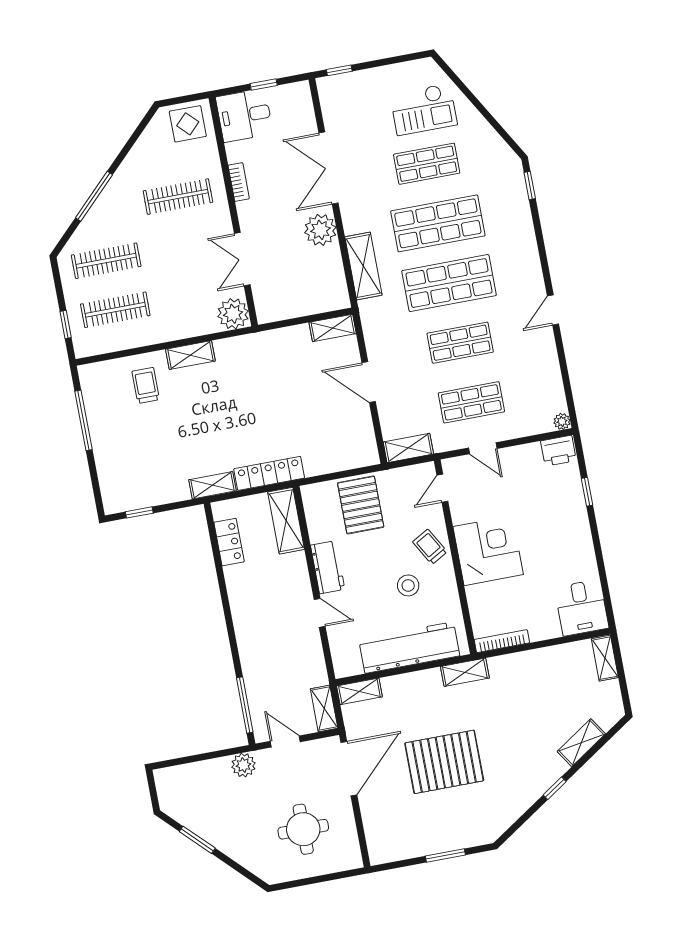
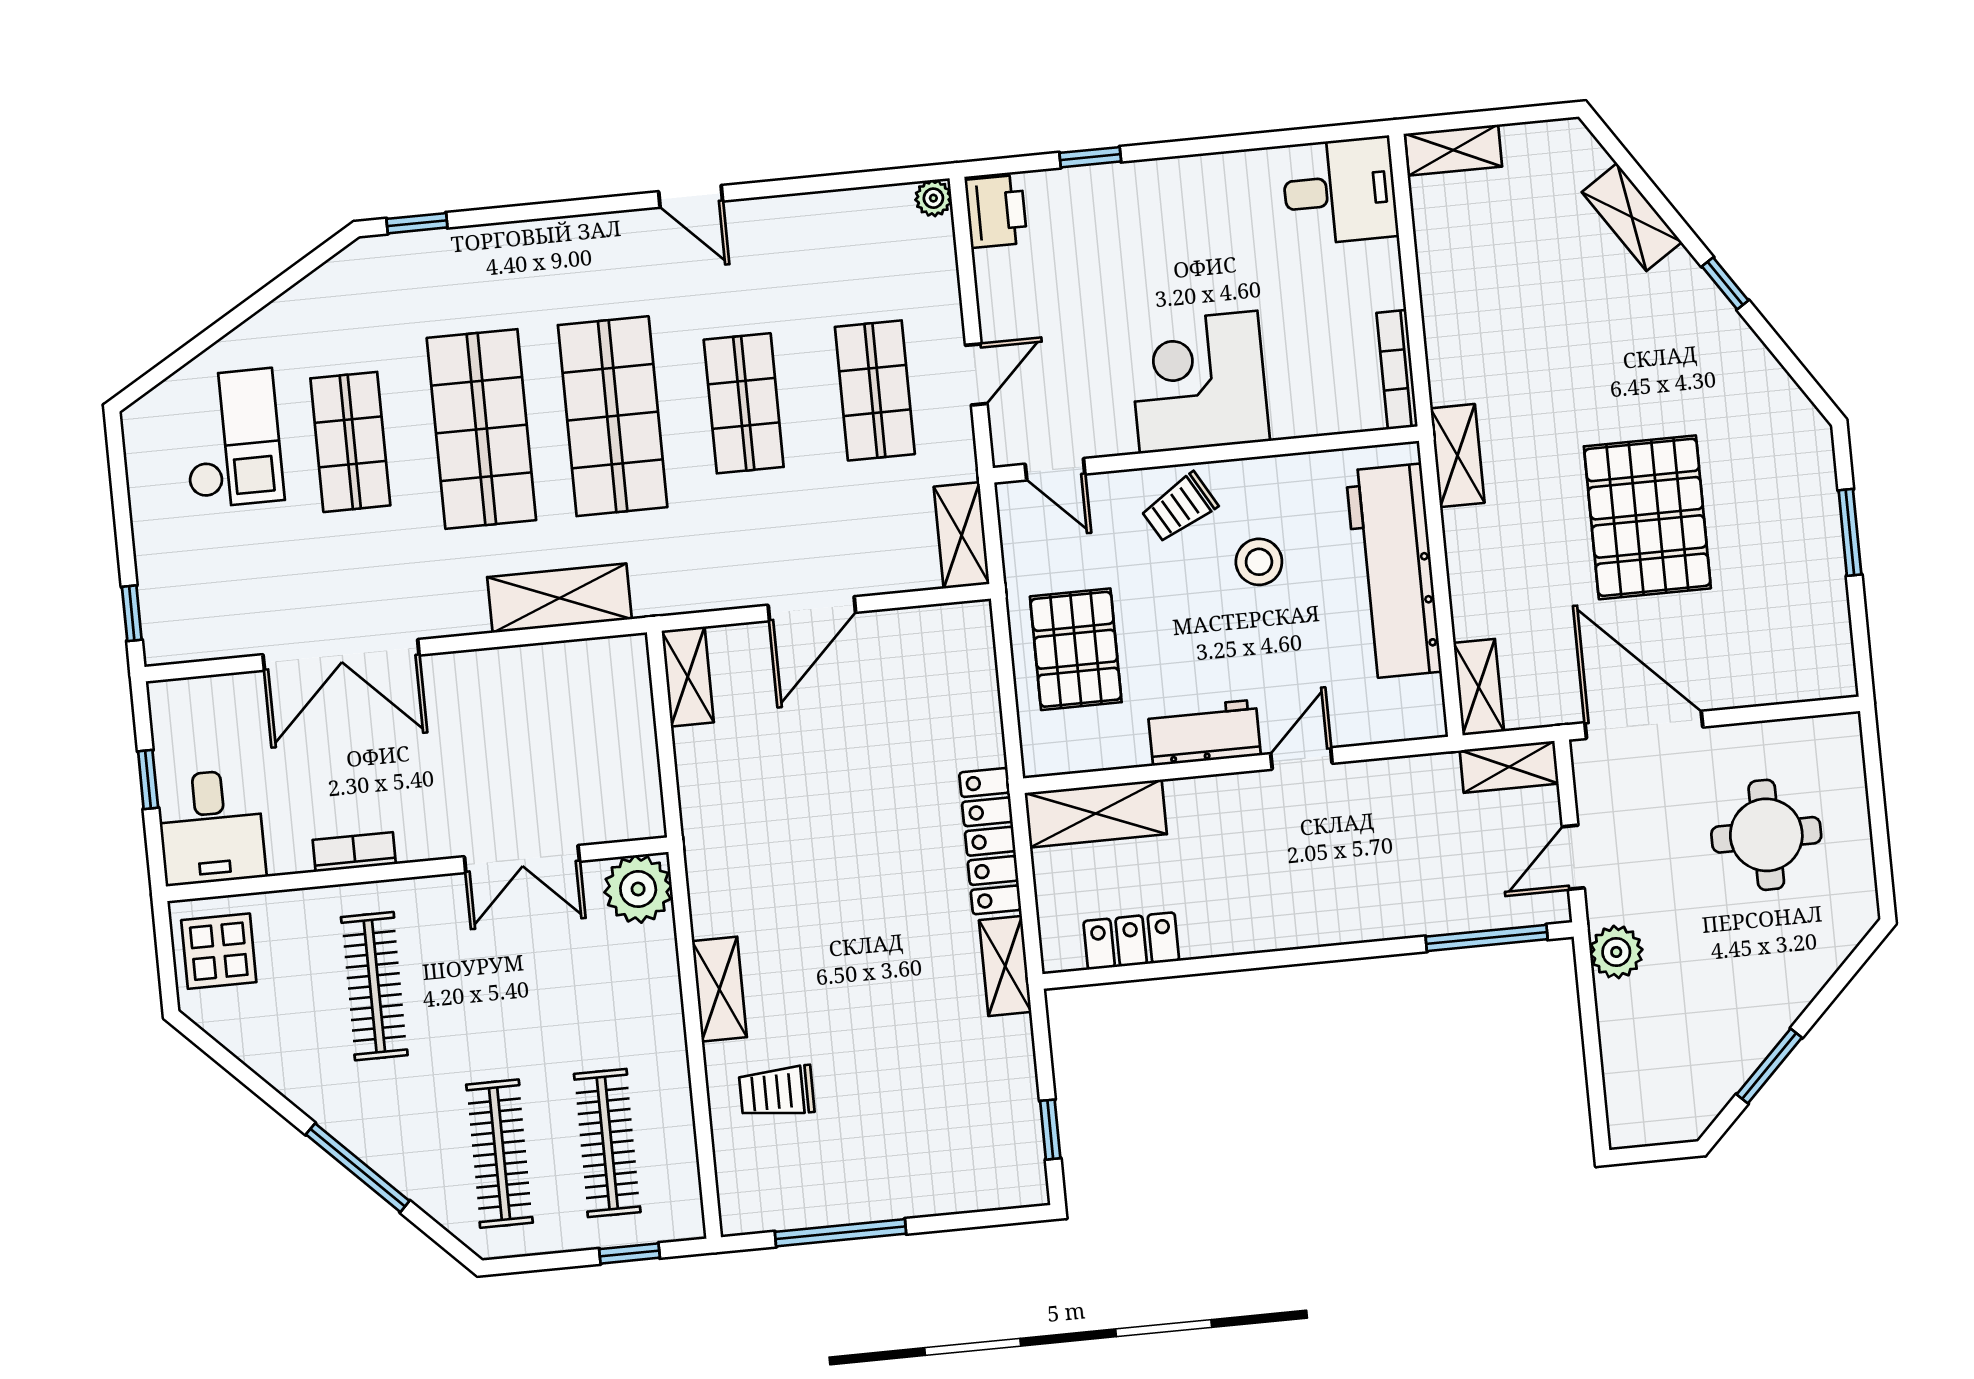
plant: (320, 230) -> (473, 684), removed
pallet: (361, 505) -> (1076, 649), turned 90

